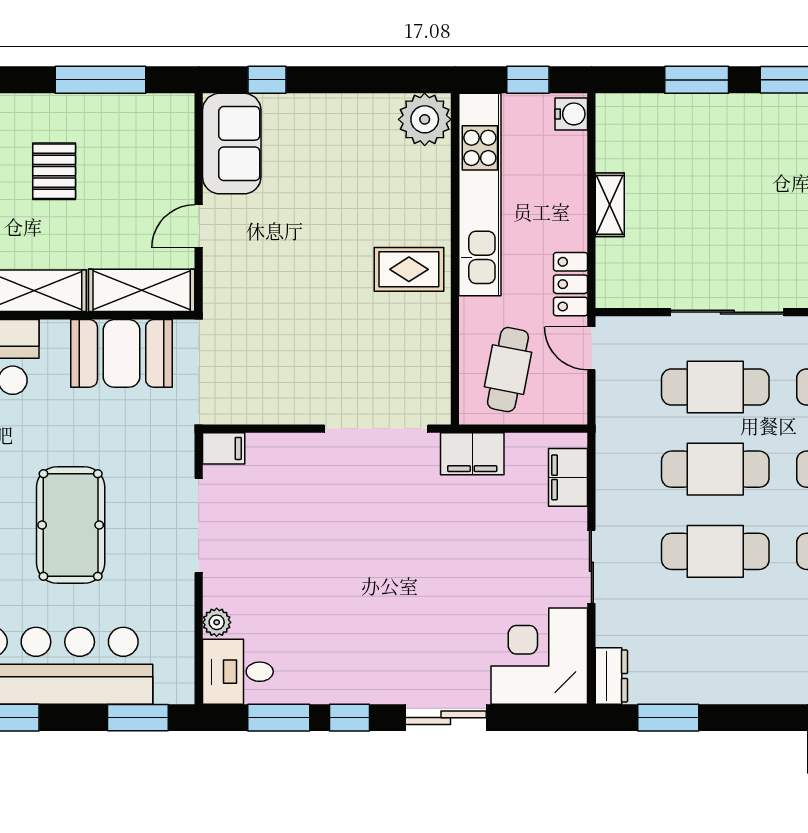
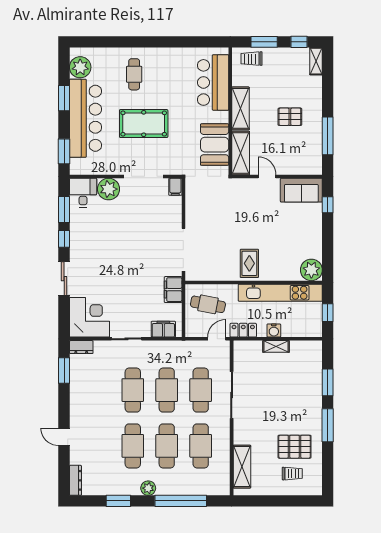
water cooler: (571, 114) -> (274, 330), moved
plant: (217, 622) -> (109, 189), width x1.87, depth x1.87

